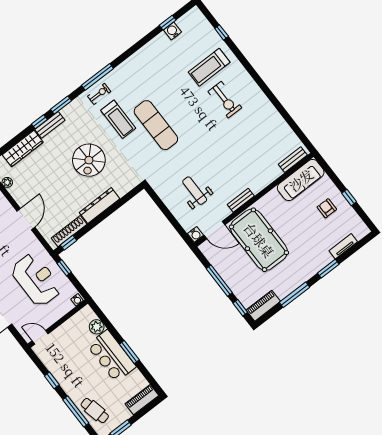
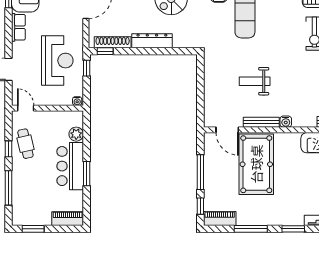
weight bench: (195, 191) -> (255, 81), moved, turned -90
bench: (241, 200) -> (261, 122), width x1.36
water cooler: (195, 234) -> (286, 122), moved
cafe table: (95, 410) -> (25, 144), moved

